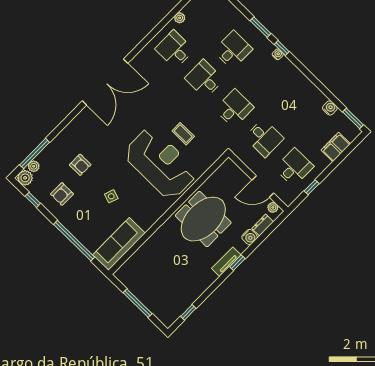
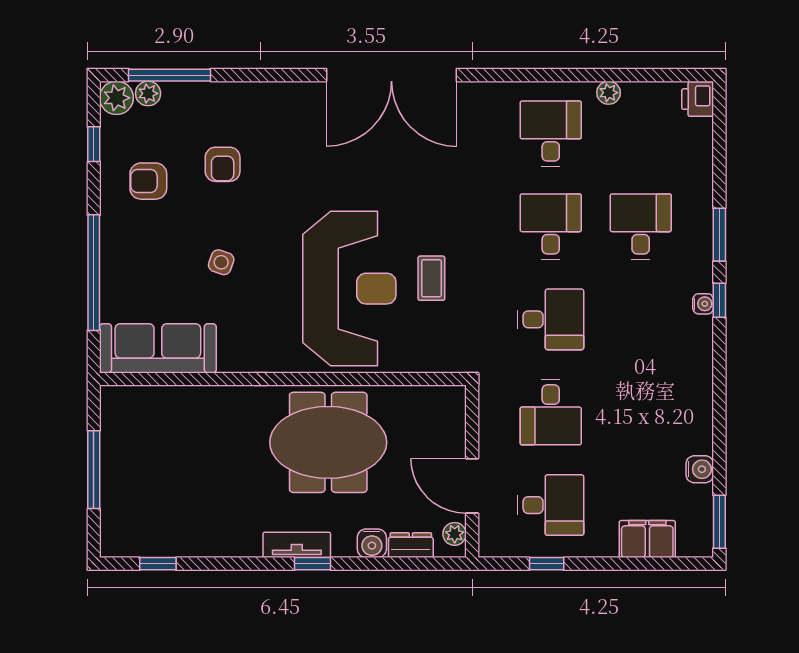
desk: (233, 50) -> (641, 227), turned -90

